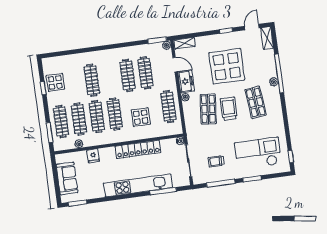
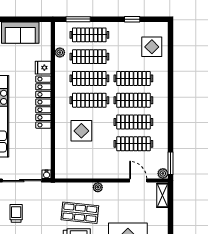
door: (175, 65) -> (138, 181), swing flipped
freezer: (186, 81) -> (117, 191), removed
display table: (55, 82) -> (152, 47), moved
clothes rail: (168, 107) -> (133, 100), moved
locker: (138, 149) -> (43, 102), moved

